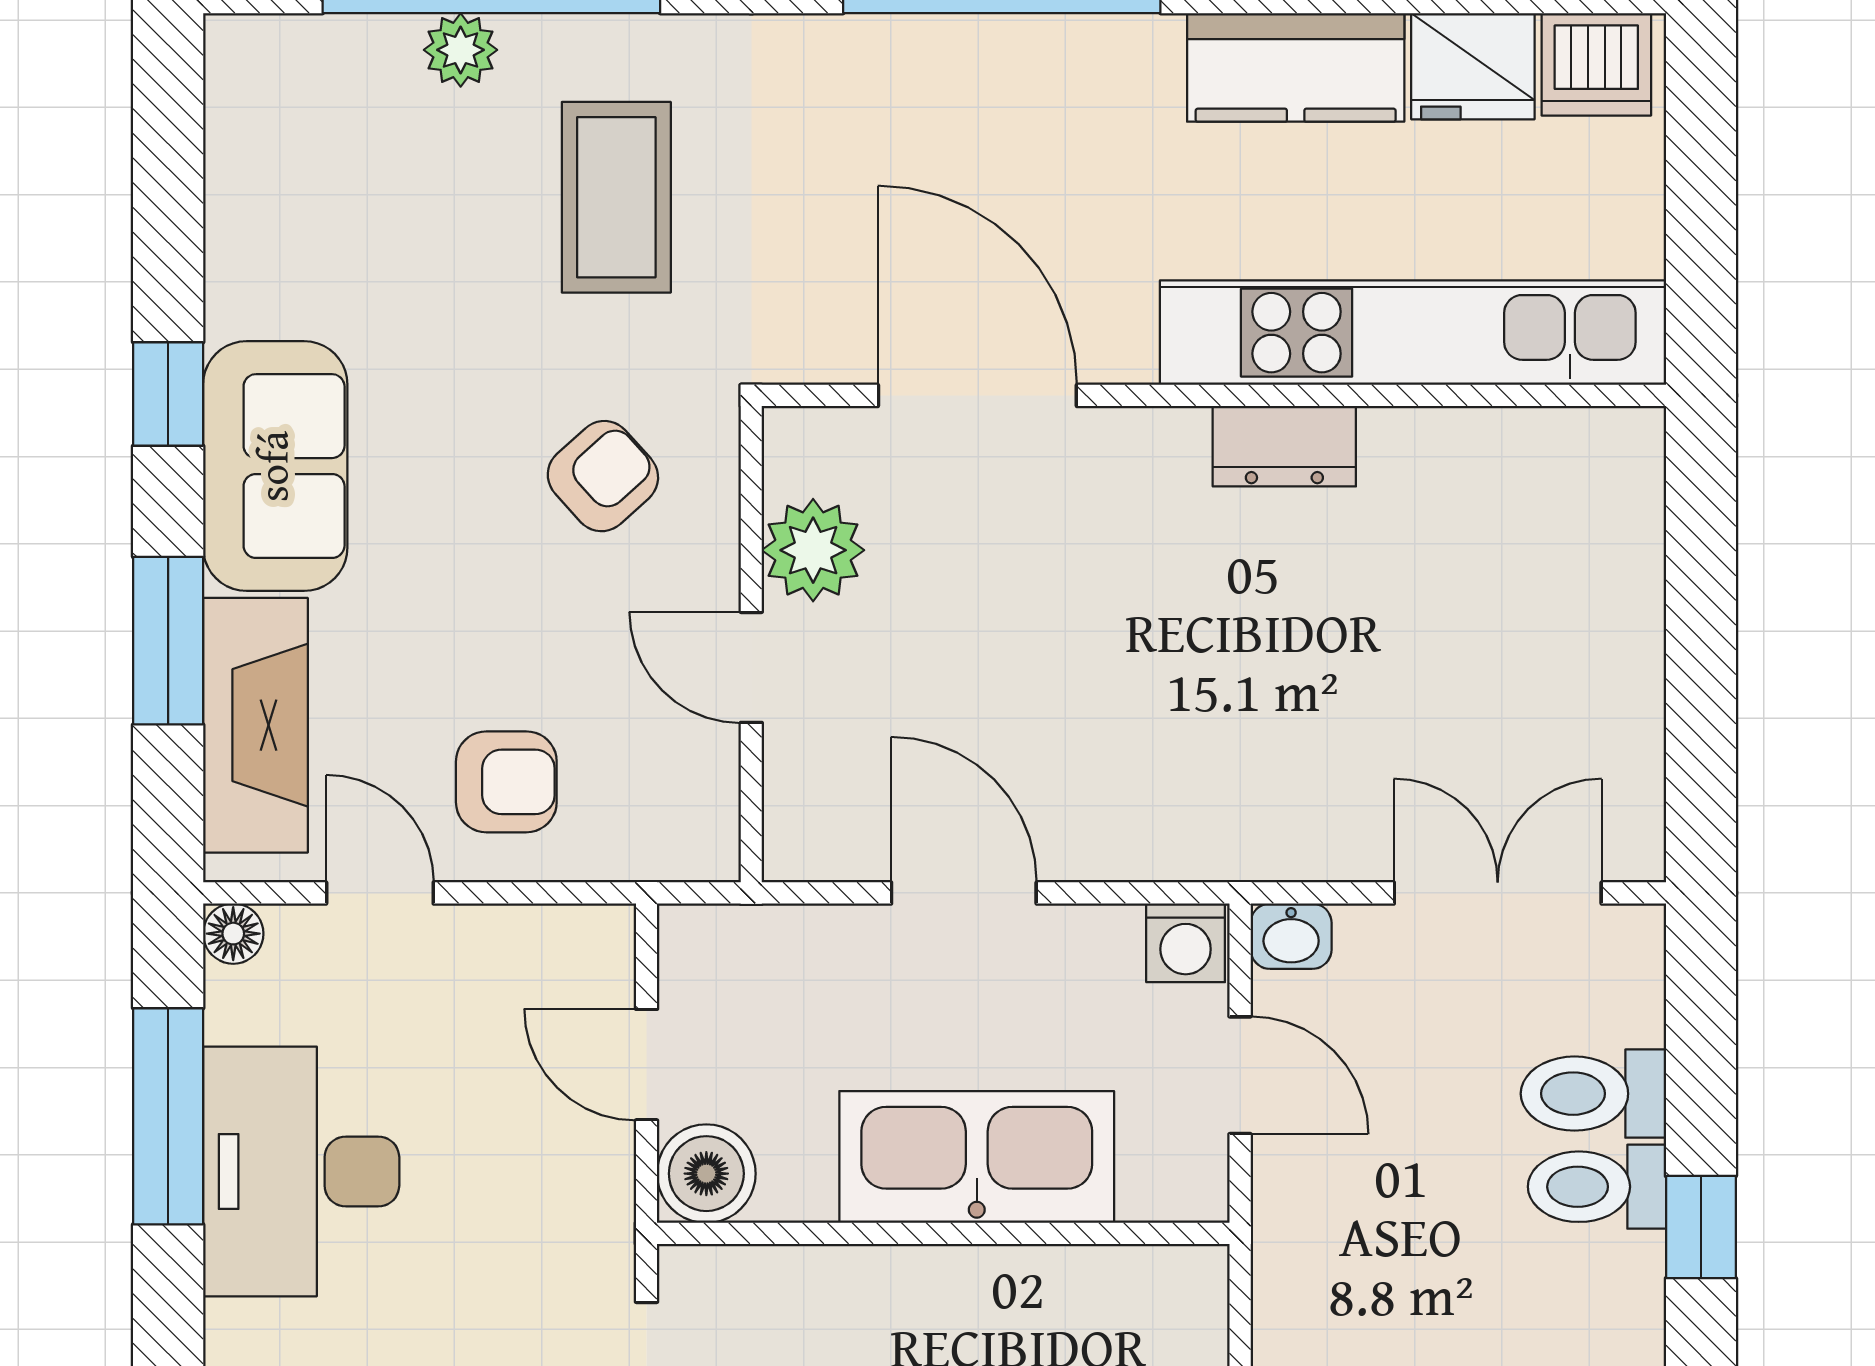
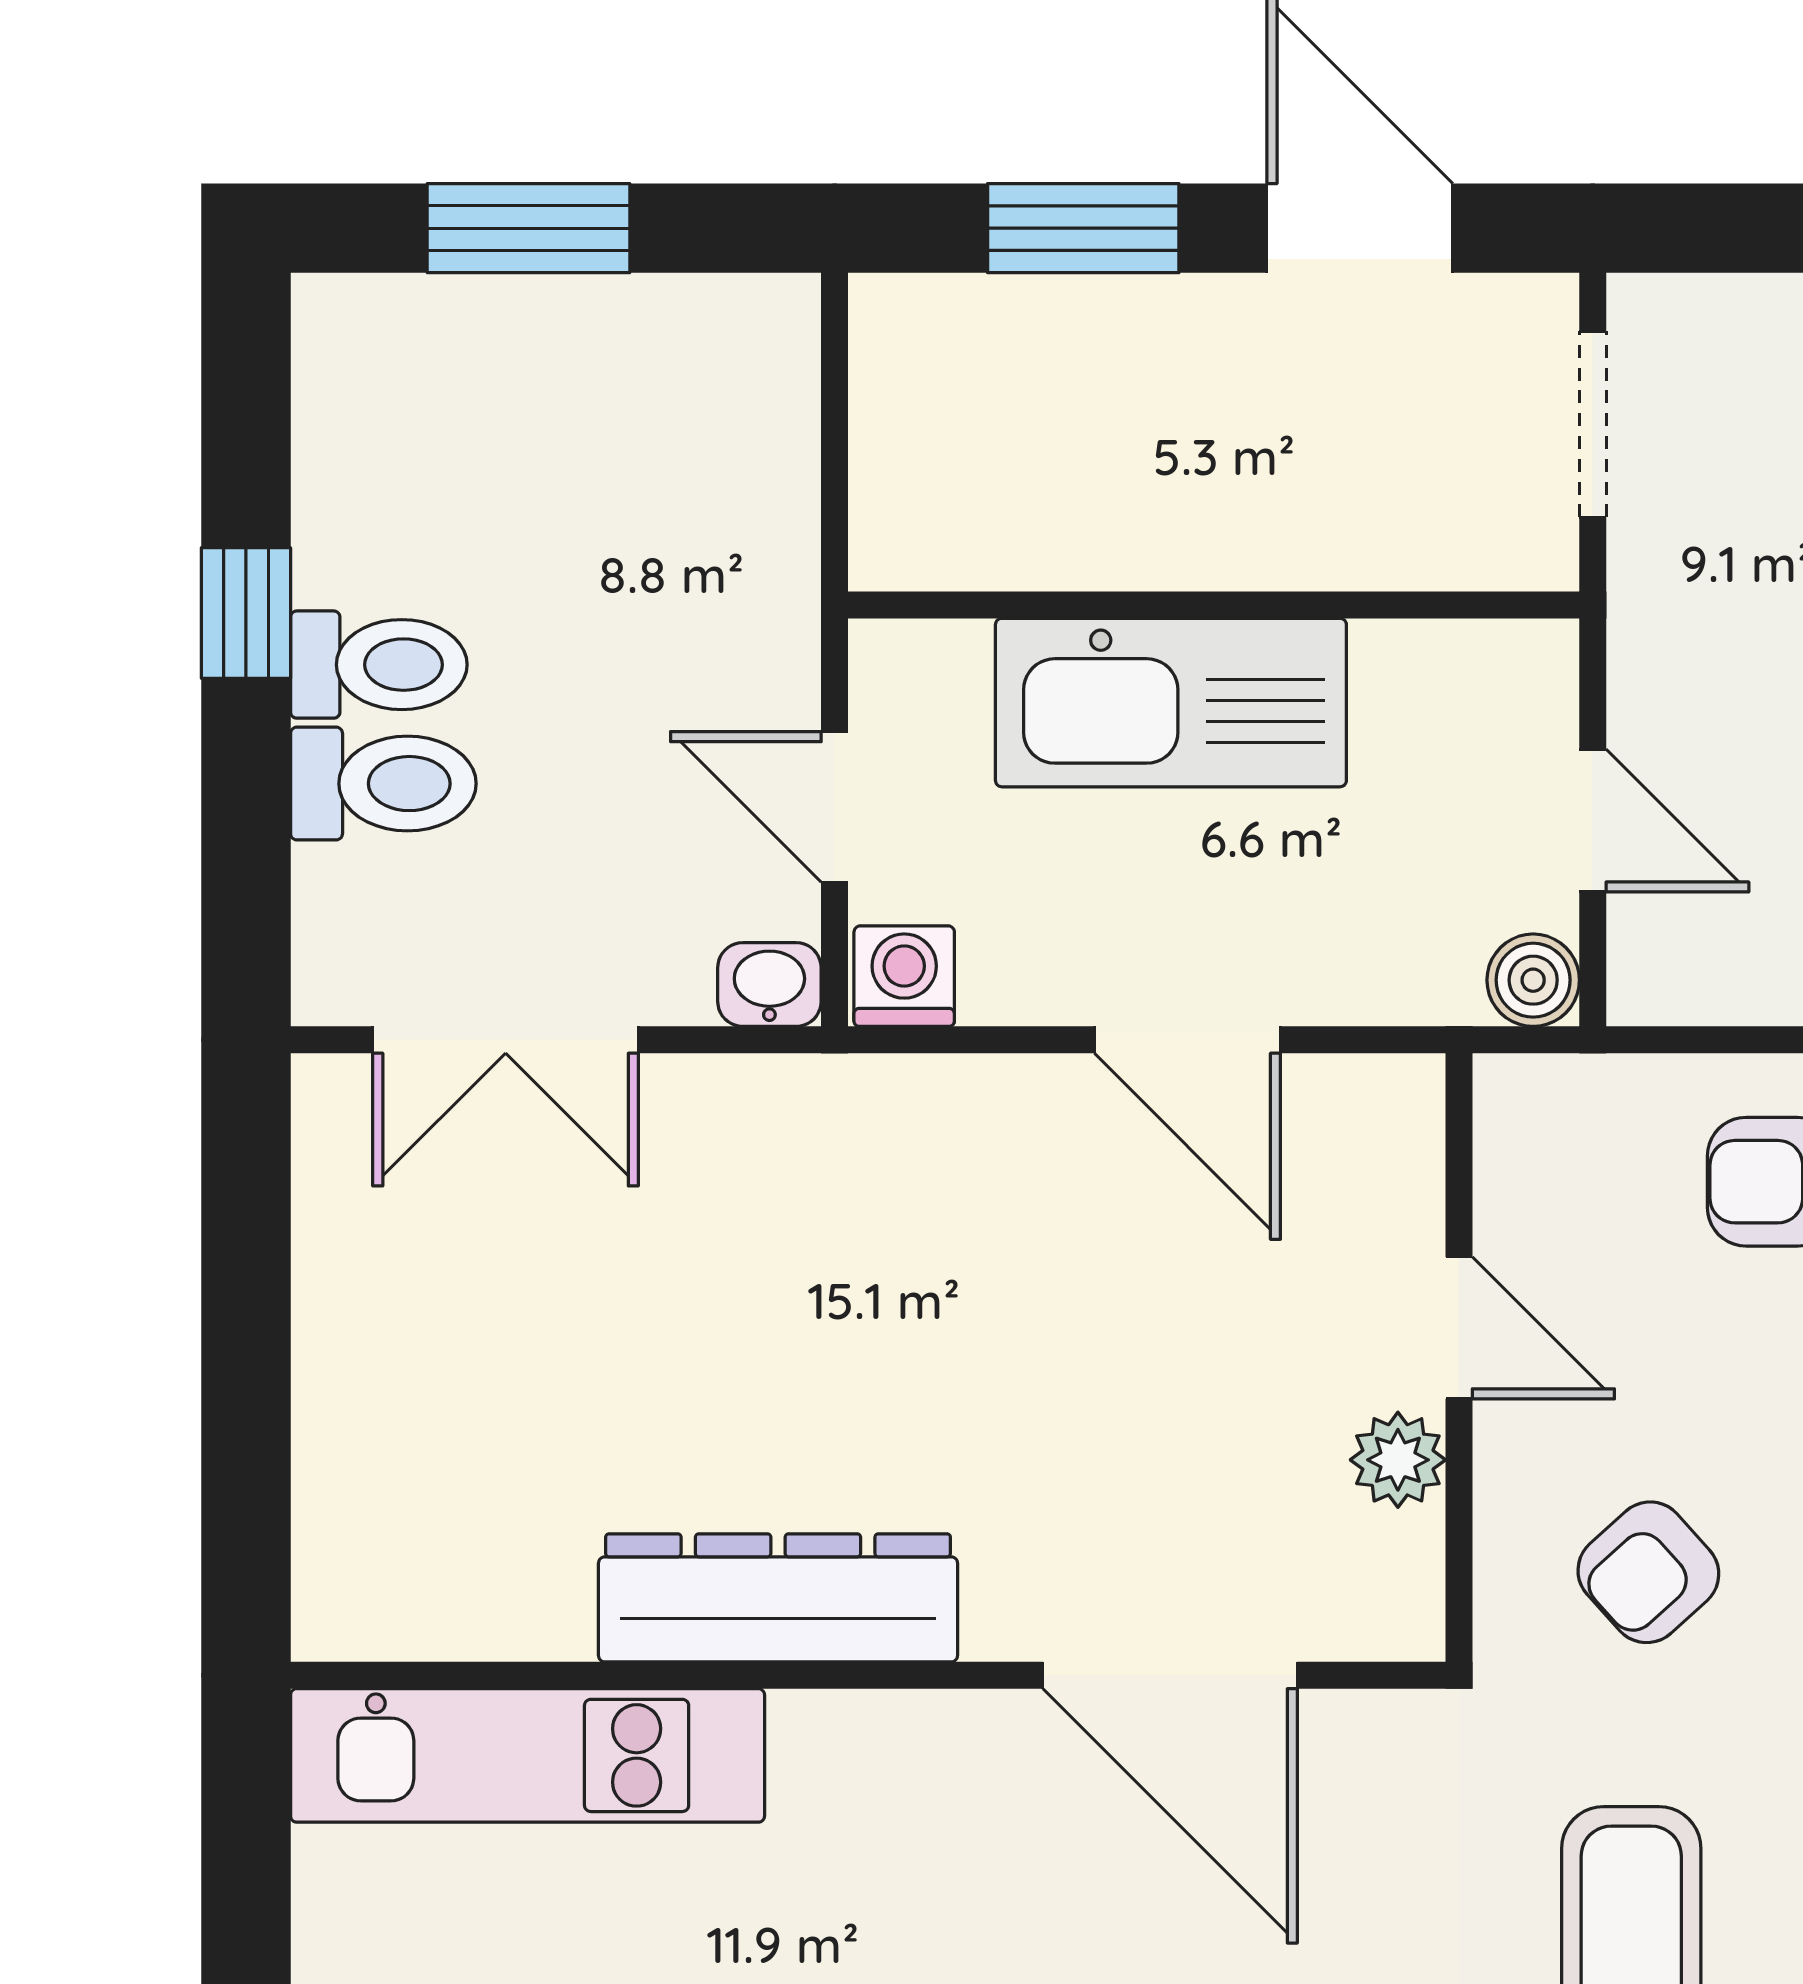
kitchen unit: (1413, 333) -> (528, 1755), width x0.73
dresser: (1284, 446) -> (778, 1598), width x1.96, depth x1.24
plant: (813, 550) -> (1398, 1460), width x0.73, depth x0.73
boiler: (706, 1174) -> (1533, 980), moved, width x0.73, depth x0.73

